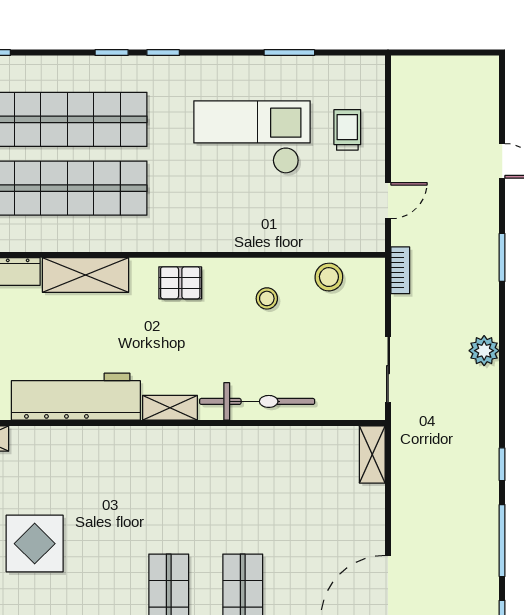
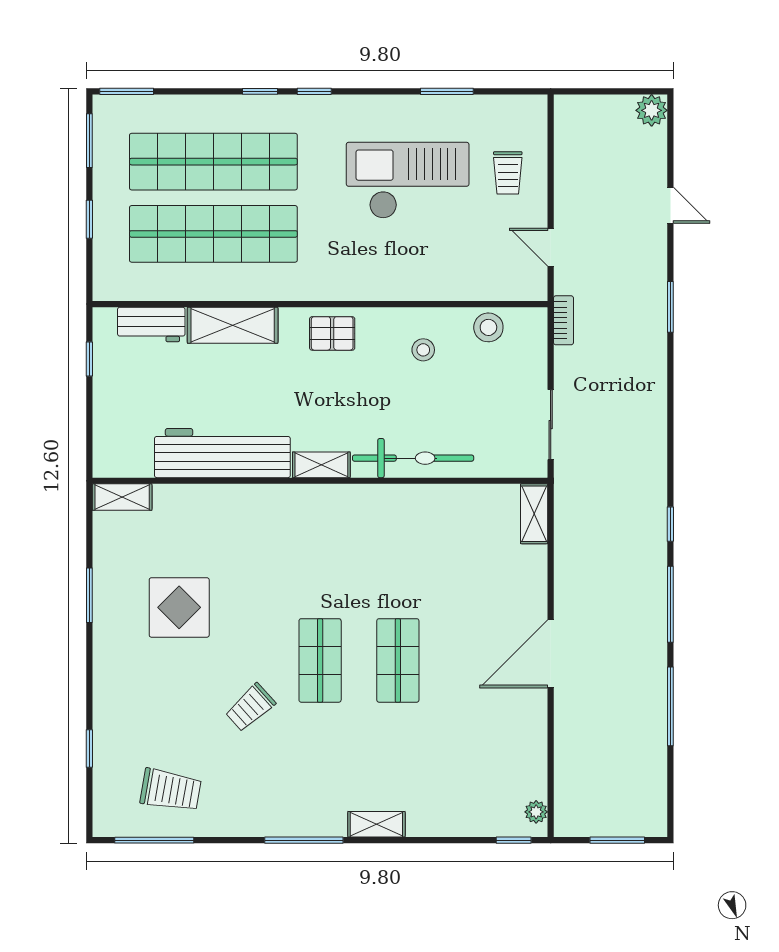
trolley: (347, 130) -> (508, 173), turned 180
door: (388, 201) -> (551, 247), swing flipped
plant: (484, 351) -> (652, 110), moved

